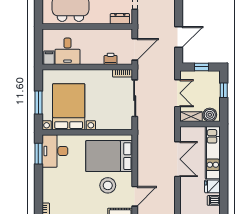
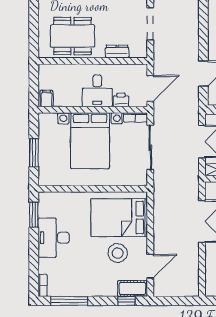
dresser: (120, 19) -> (117, 52), moved
desk: (67, 51) -> (97, 91), moved
bed with nightstands: (69, 107) -> (90, 141), moved, turned 180
desk: (55, 151) -> (54, 238), moved

